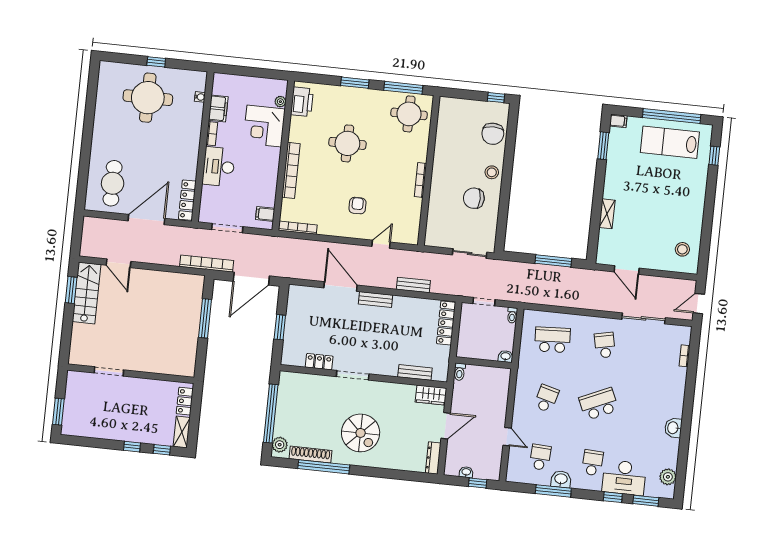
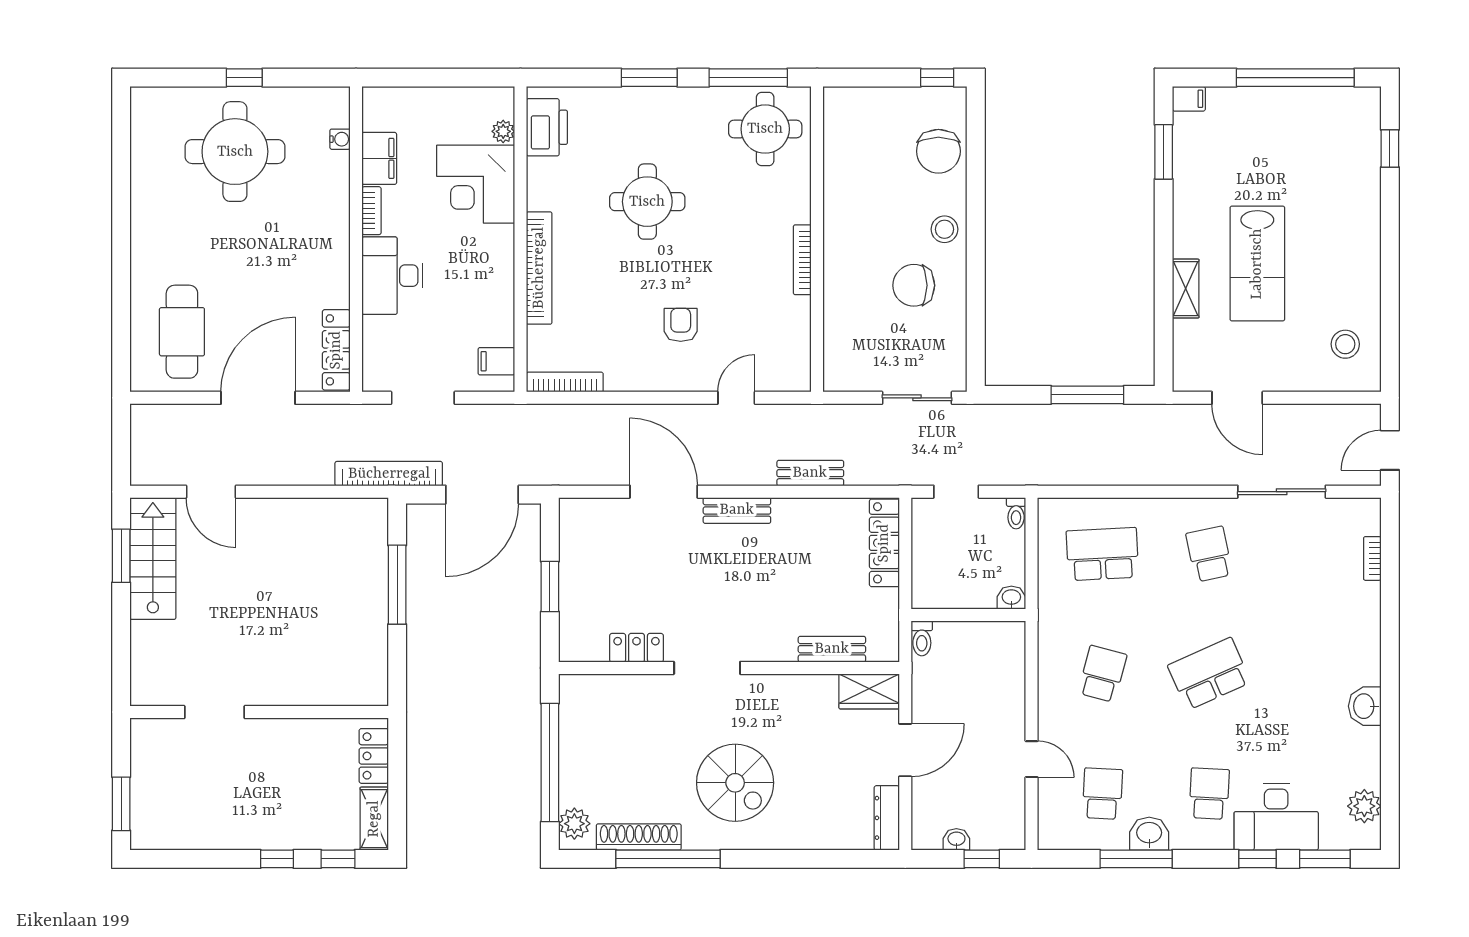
lab bench: (670, 142) -> (1257, 264), moved, turned -90

